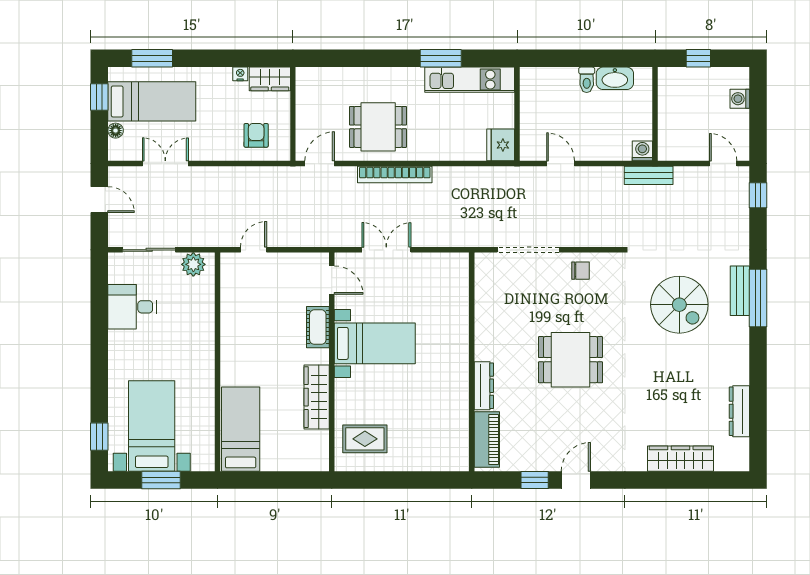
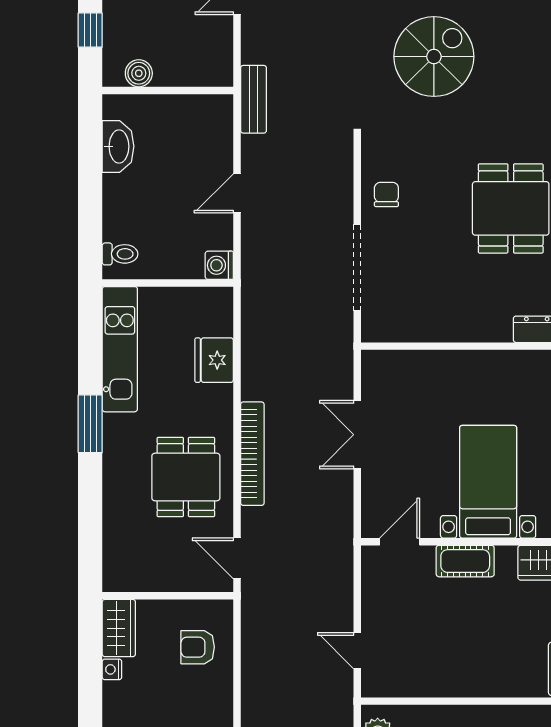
window: (441, 58) -> (90, 424), moved
toilet: (587, 80) -> (120, 254), moved
boiler: (667, 93) -> (139, 73), added
fridge: (501, 145) -> (214, 360), moved, turned 90
washing machine: (642, 151) -> (219, 265), moved
door: (561, 164) -> (237, 193), moved
double door: (386, 250) -> (357, 435), moved

